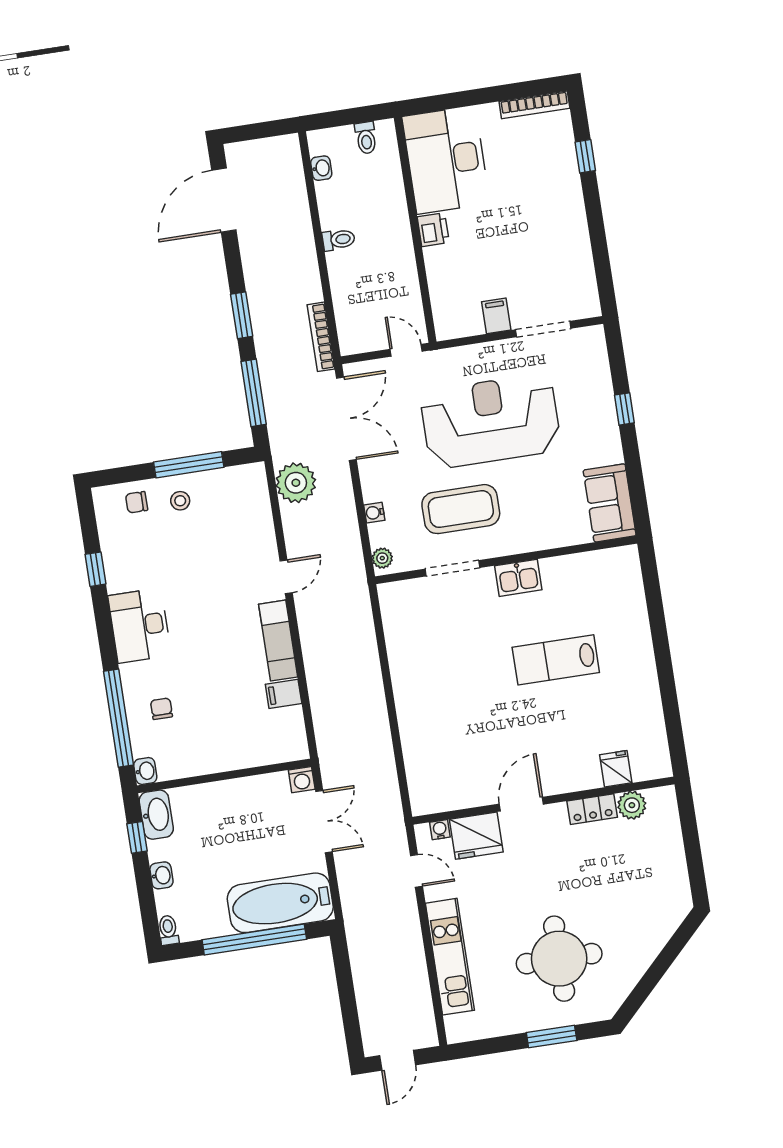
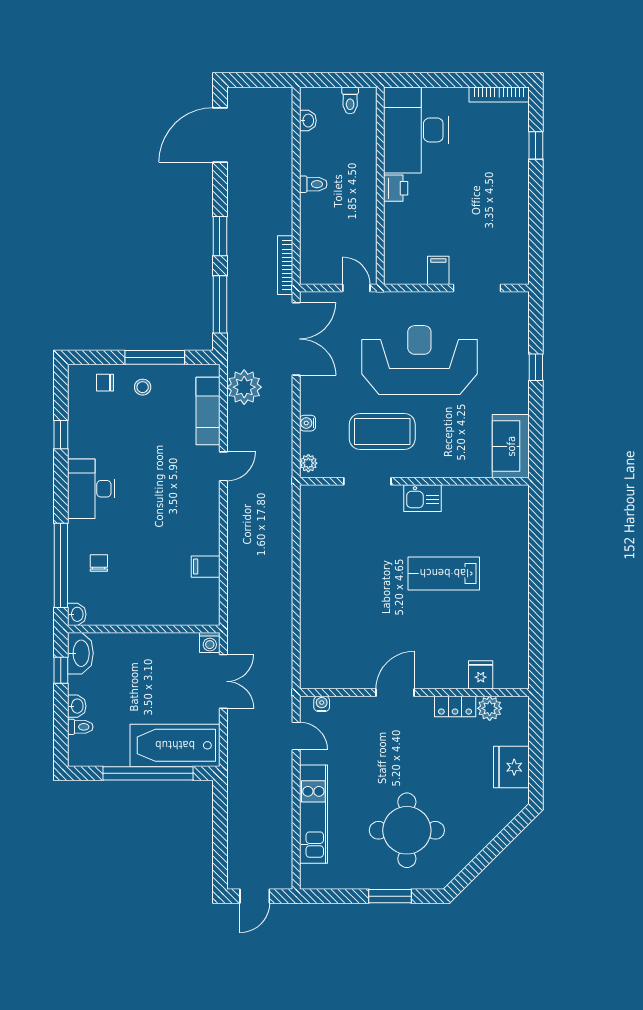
exam couch: (278, 641) -> (208, 411), moved
fridge: (476, 836) -> (511, 767), moved, turned 90
toilet: (168, 930) -> (80, 727), moved, turned 90

